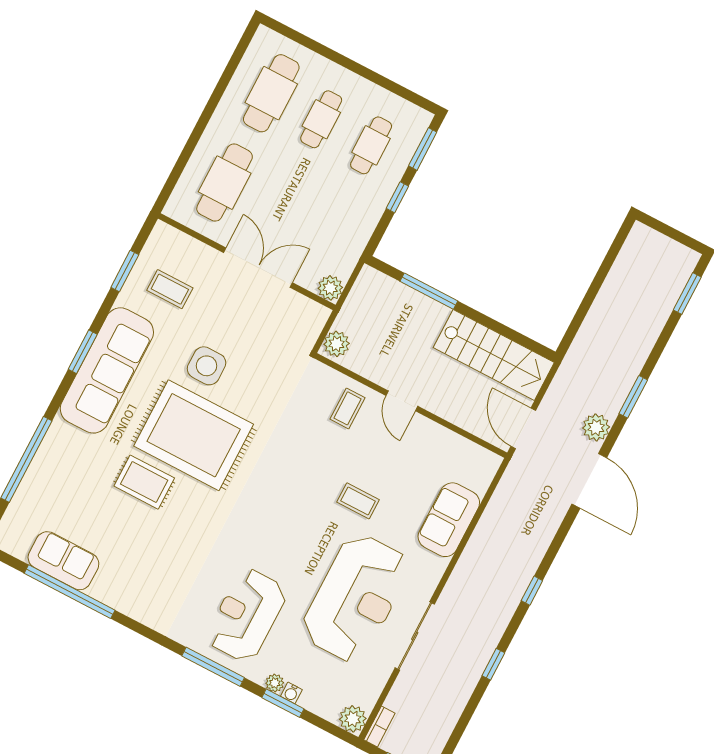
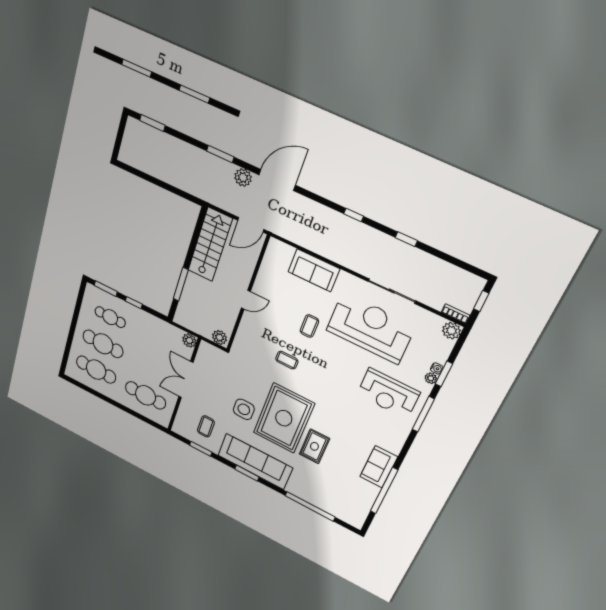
cafe table: (321, 119) -> (103, 344), width x1.37, depth x1.35
coffee table: (347, 408) -> (287, 360), moved
sofa: (63, 561) -> (379, 467), moved

